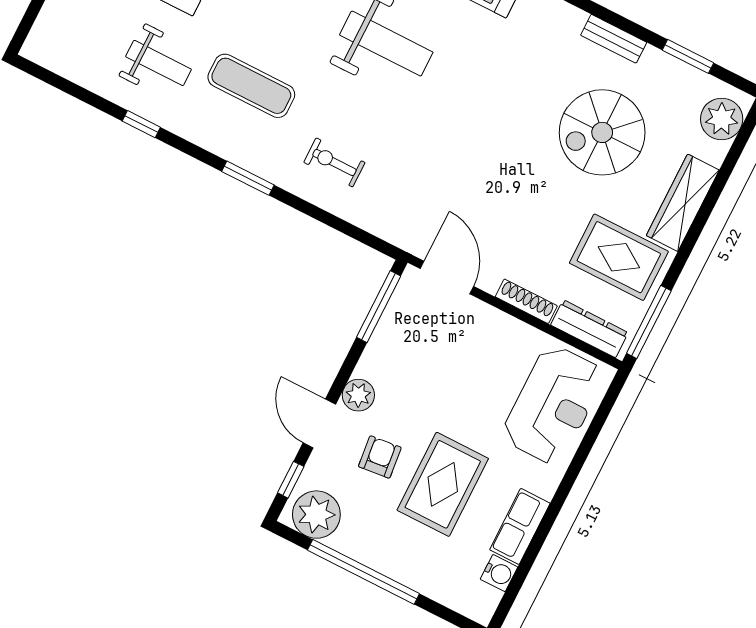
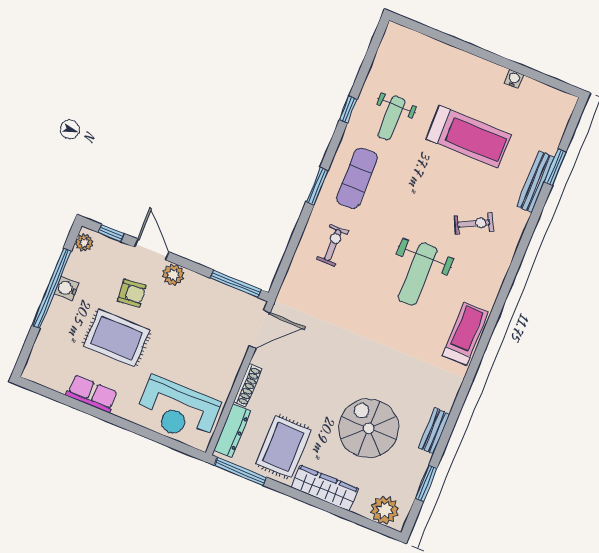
exercise mat: (251, 86) -> (357, 178), moved
door: (319, 424) -> (152, 249), hinge flipped
plant: (316, 515) -> (84, 243), width x0.53, depth x0.53
water cooler: (499, 573) -> (67, 288), moved, turned 90

